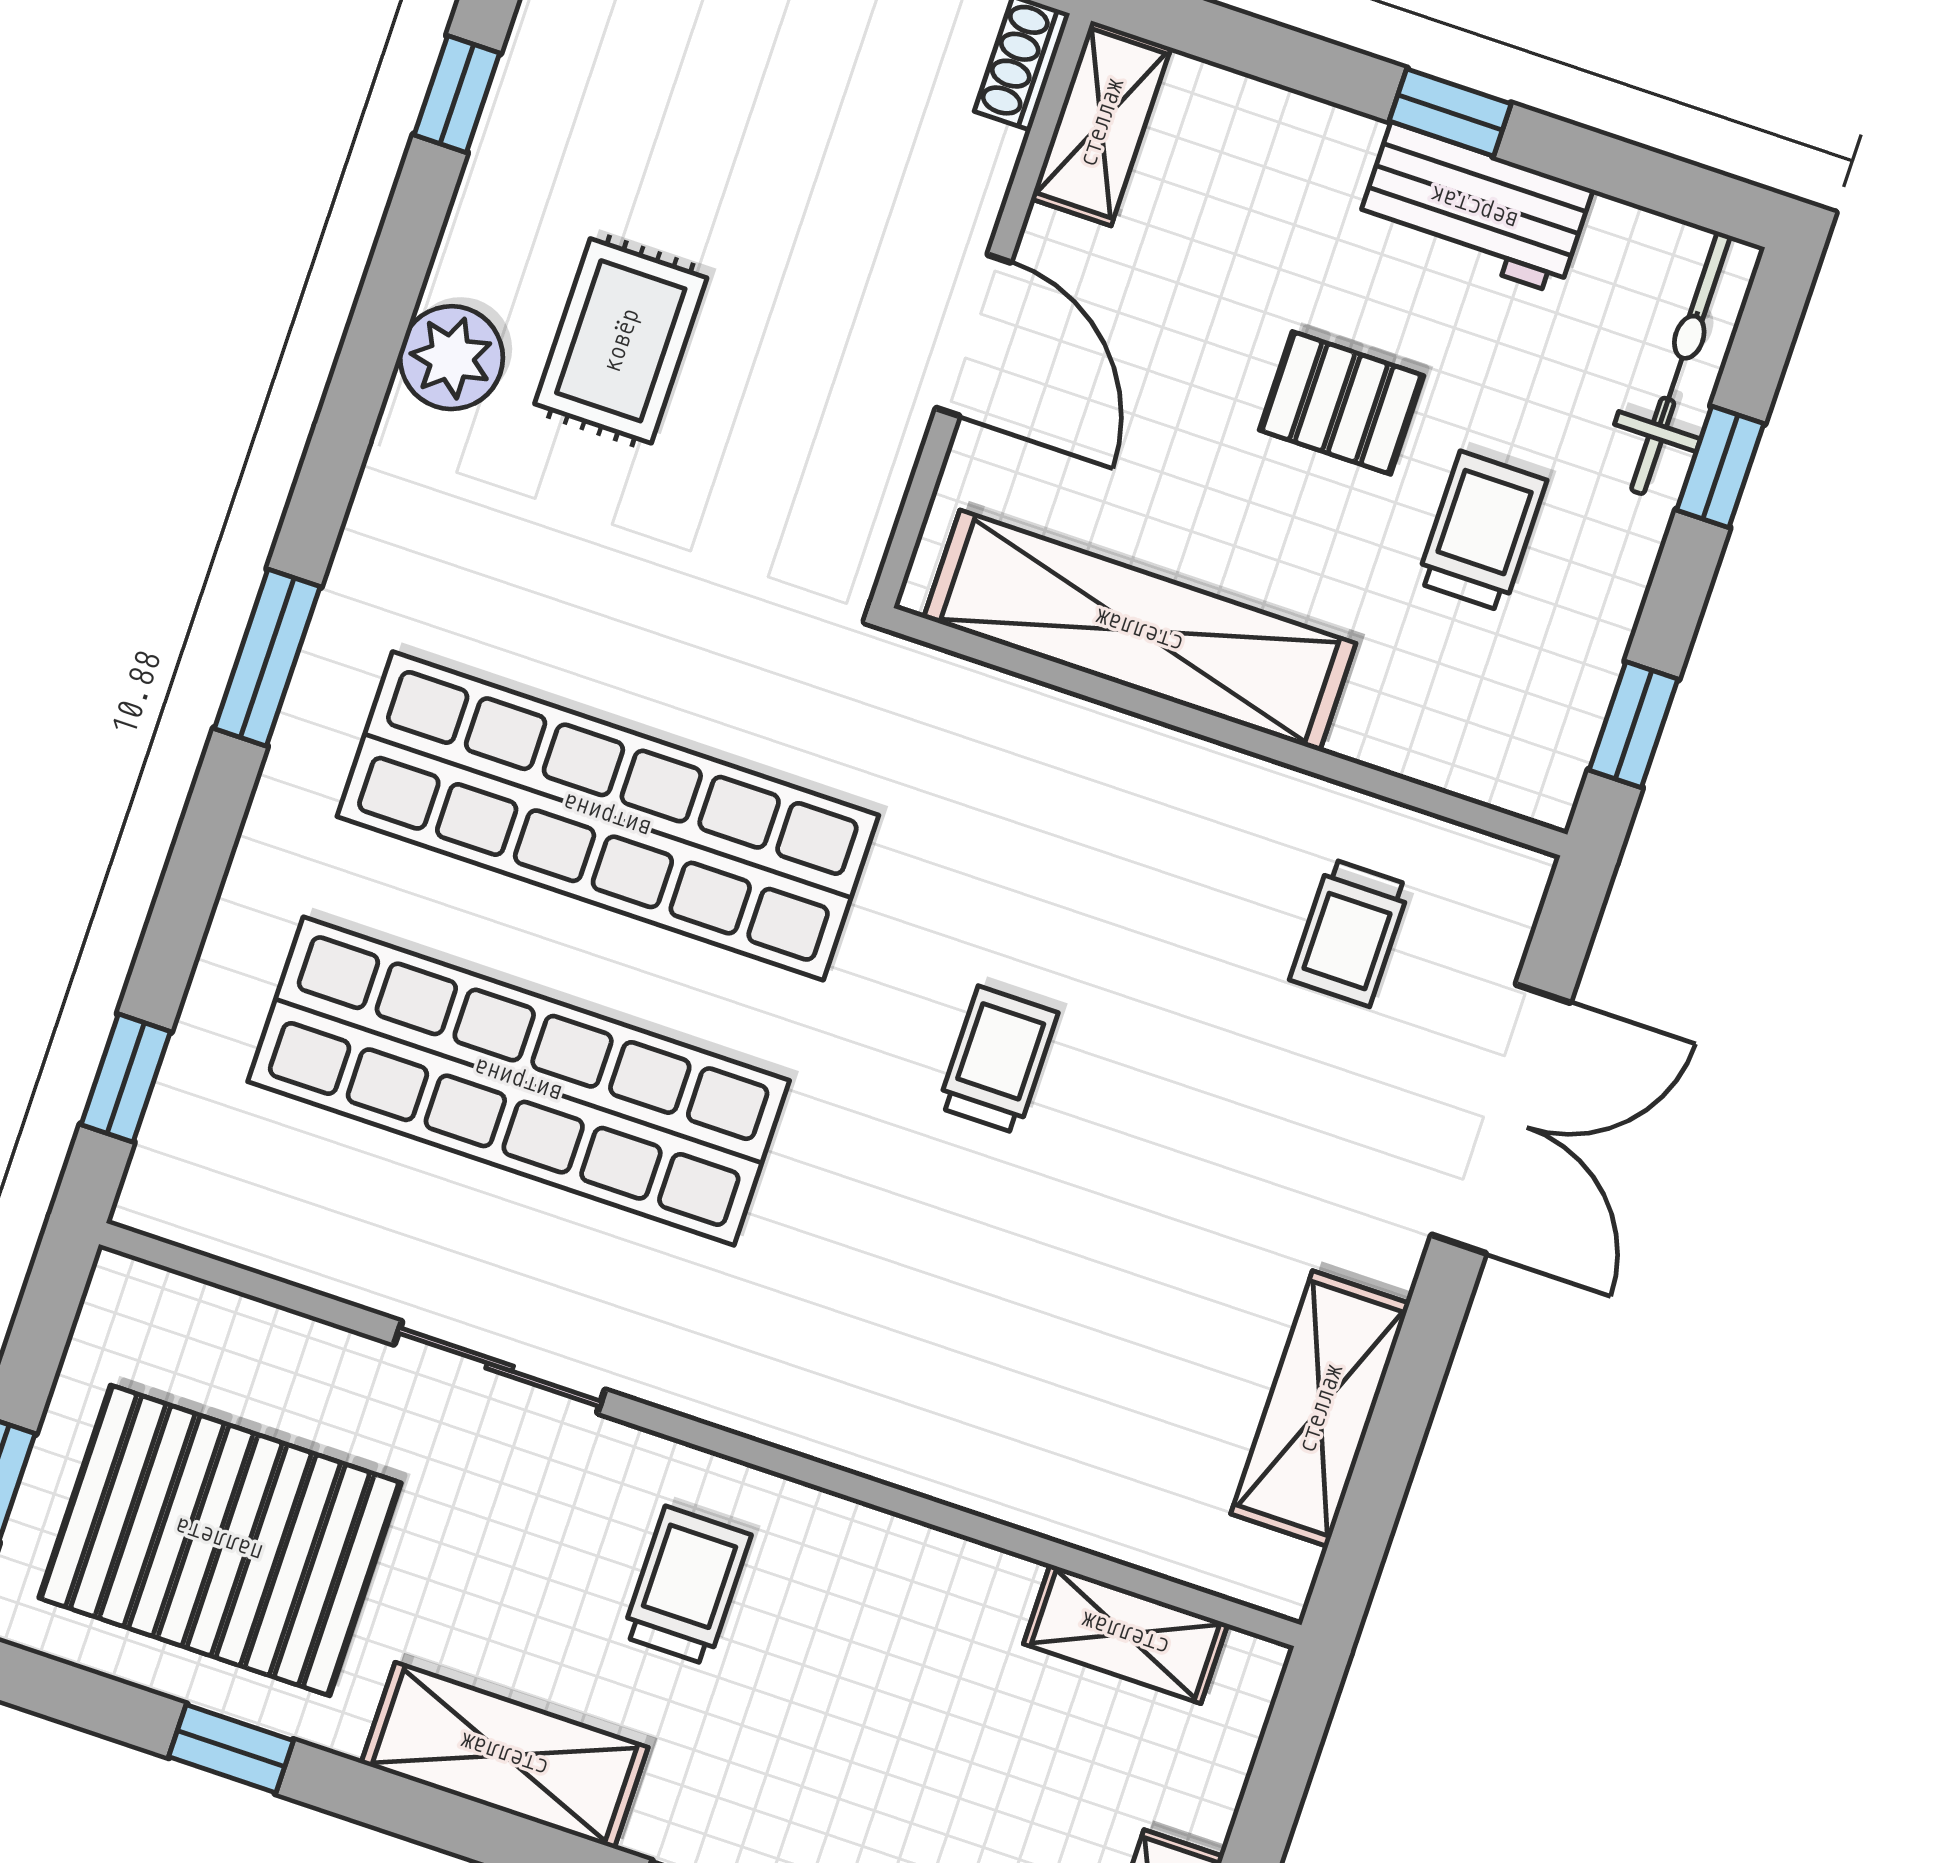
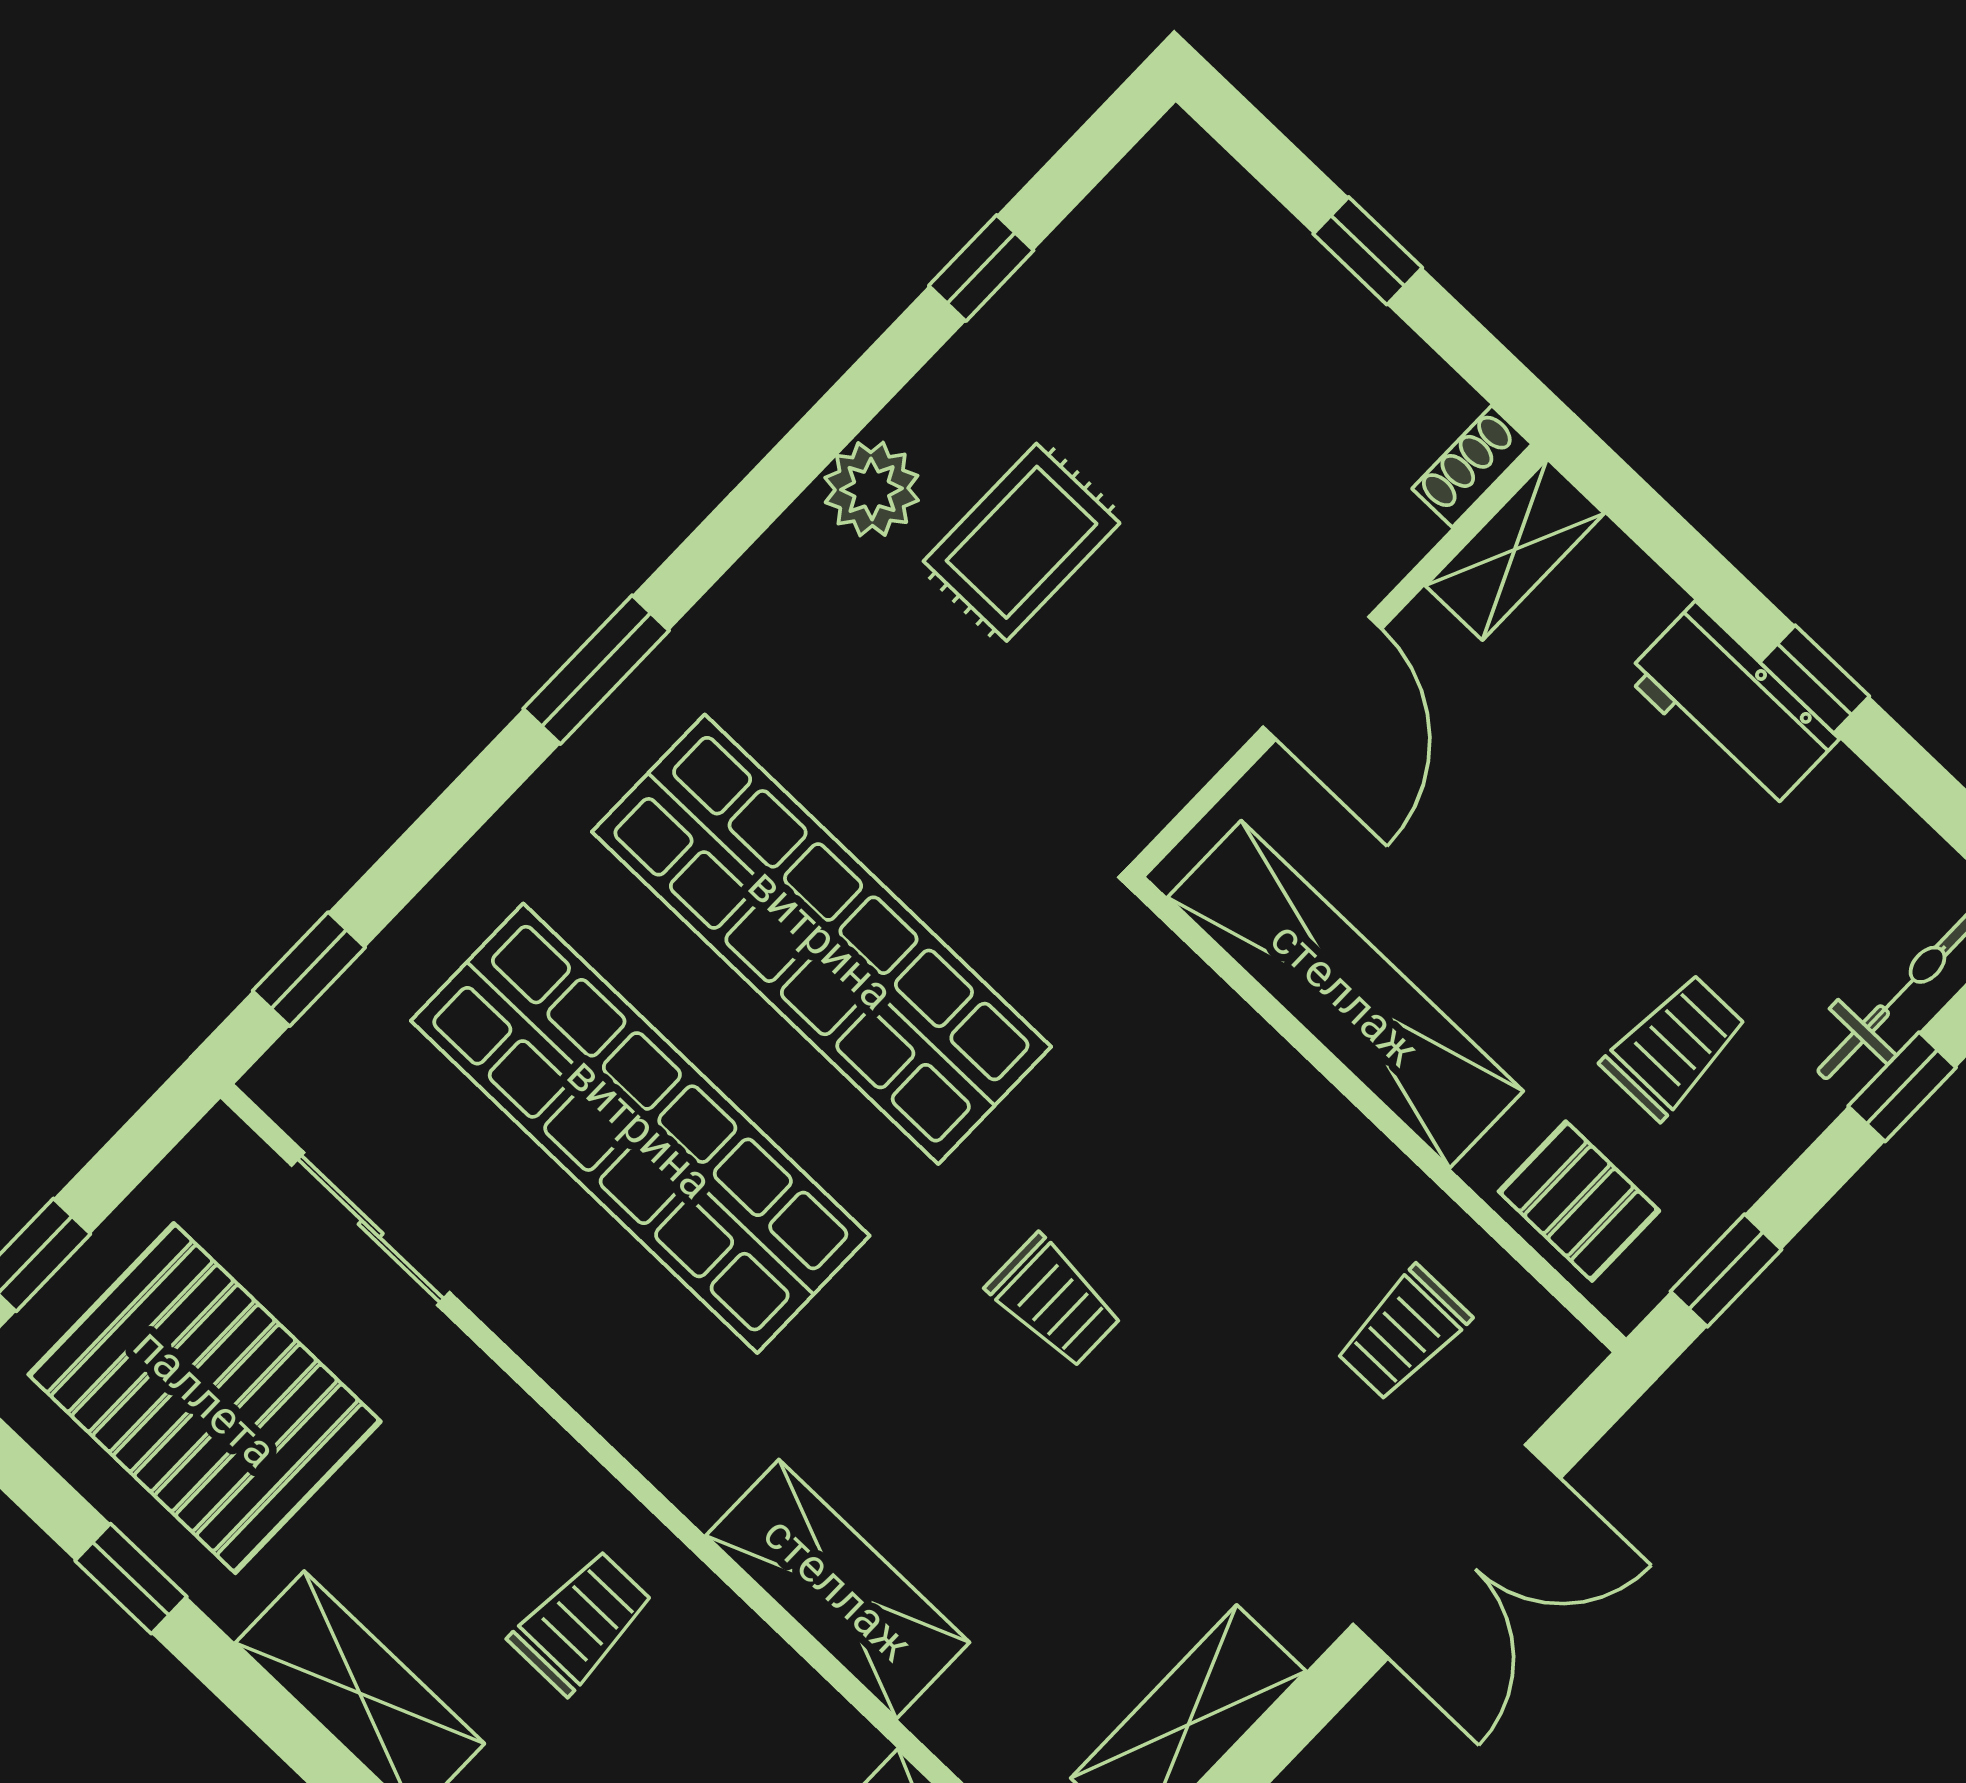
workbench: (1475, 208) -> (1732, 707), moved
pallet: (1341, 403) -> (1579, 1201), moved
trolley: (998, 1060) -> (1054, 1301), turned 90
sliding door: (500, 1367) -> (371, 1229), moved
shelving: (919, 1437) -> (838, 1589), added

